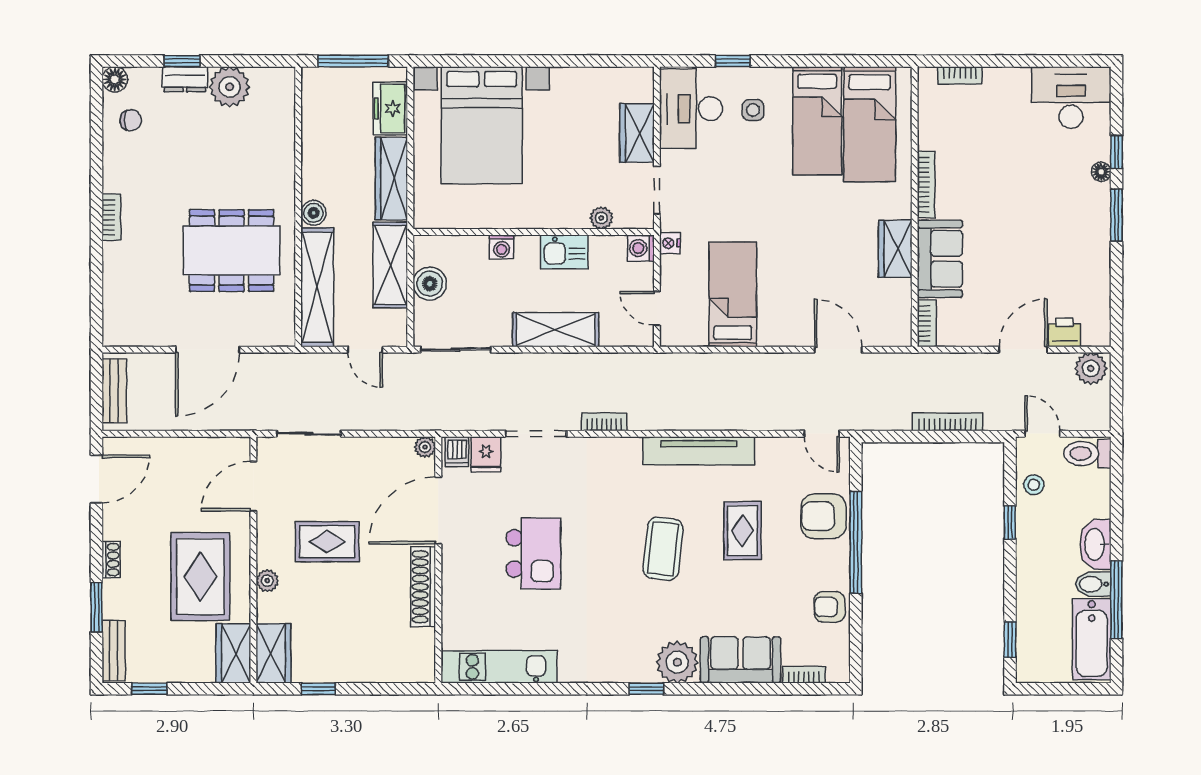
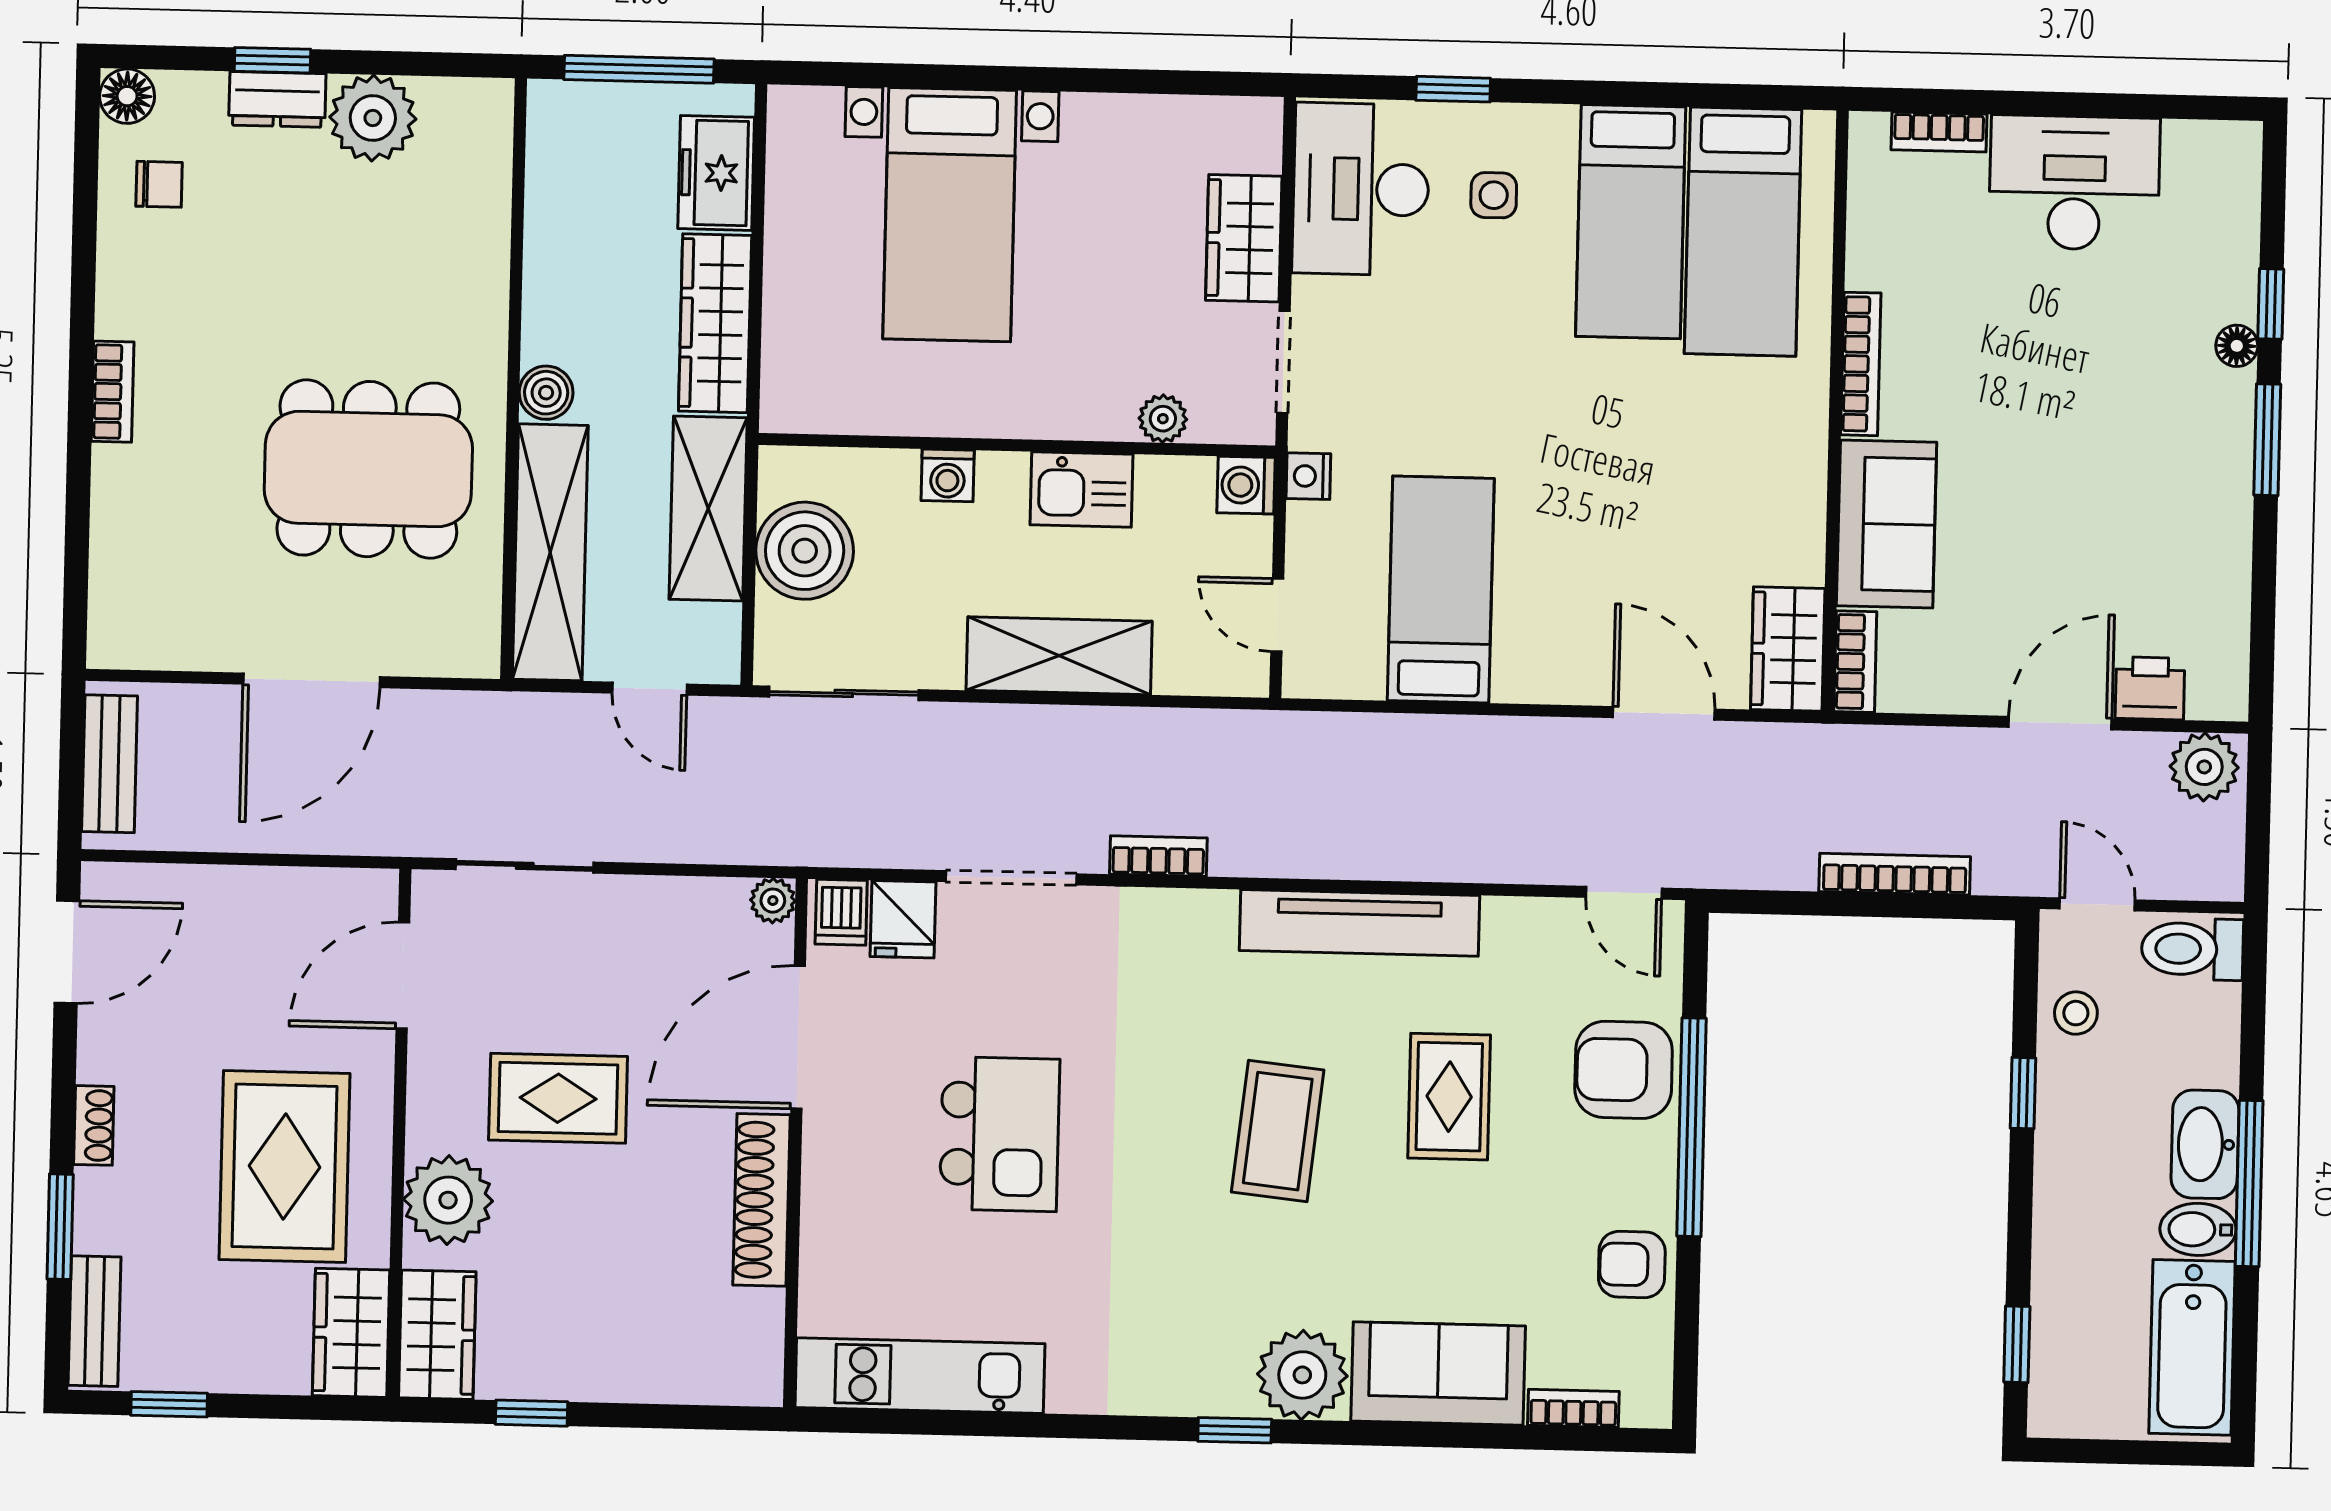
desk: (1071, 98) -> (2074, 183), moved
bed with nightstands: (482, 125) -> (950, 215), width x0.73
wardrobe: (895, 249) -> (1788, 649), moved
boiler: (430, 284) -> (805, 551), width x1.37, depth x1.37
plant: (267, 581) -> (448, 1200), width x1.88, depth x1.88
window: (1116, 600) -> (2249, 1184), moved

